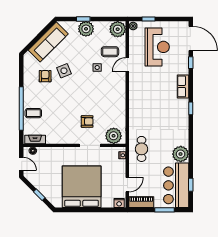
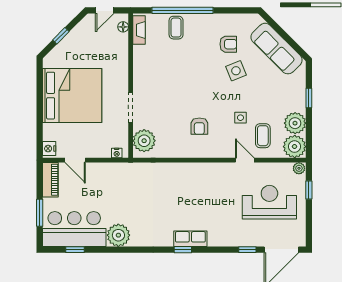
plant: (86, 29) -> (295, 123), moved
reception desk: (157, 47) -> (269, 202), turned 180
row of seats: (183, 86) -> (190, 239), moved
armchair: (87, 121) -> (199, 126), moved
cafe table: (142, 149) -> (126, 180), removed

